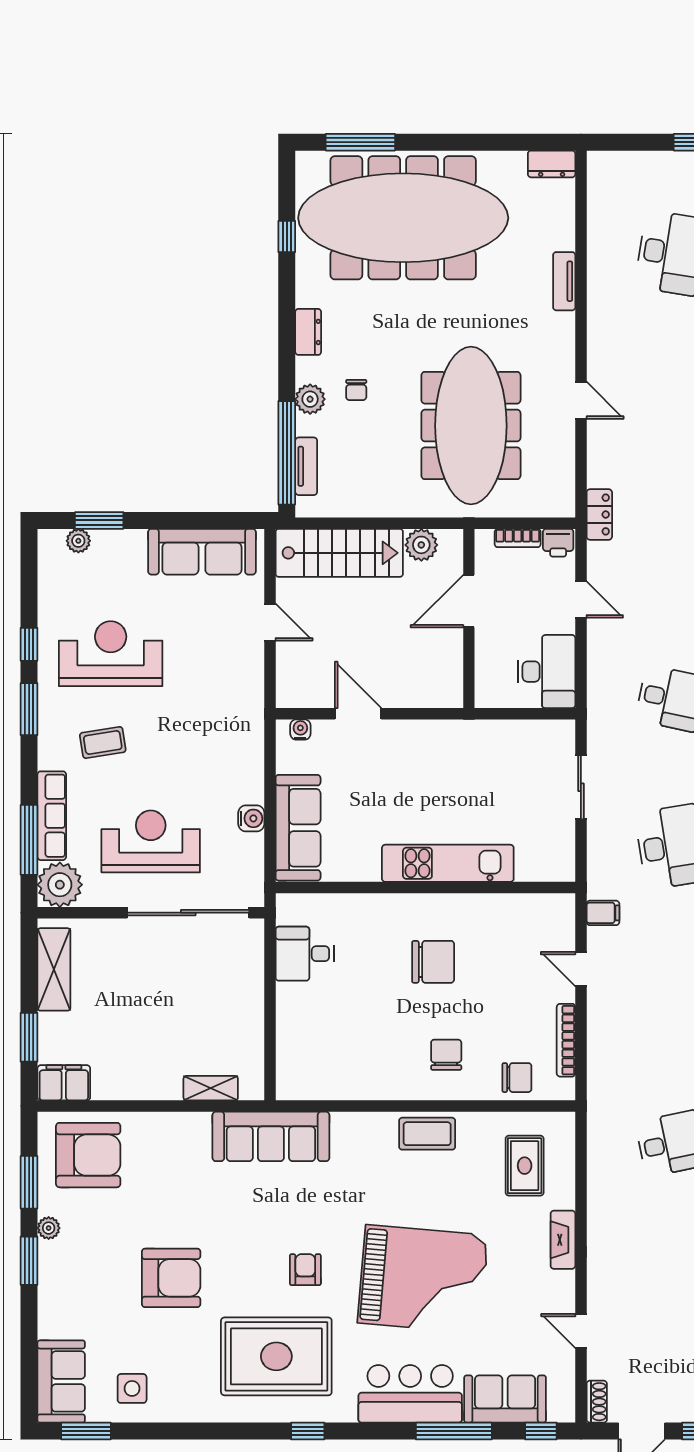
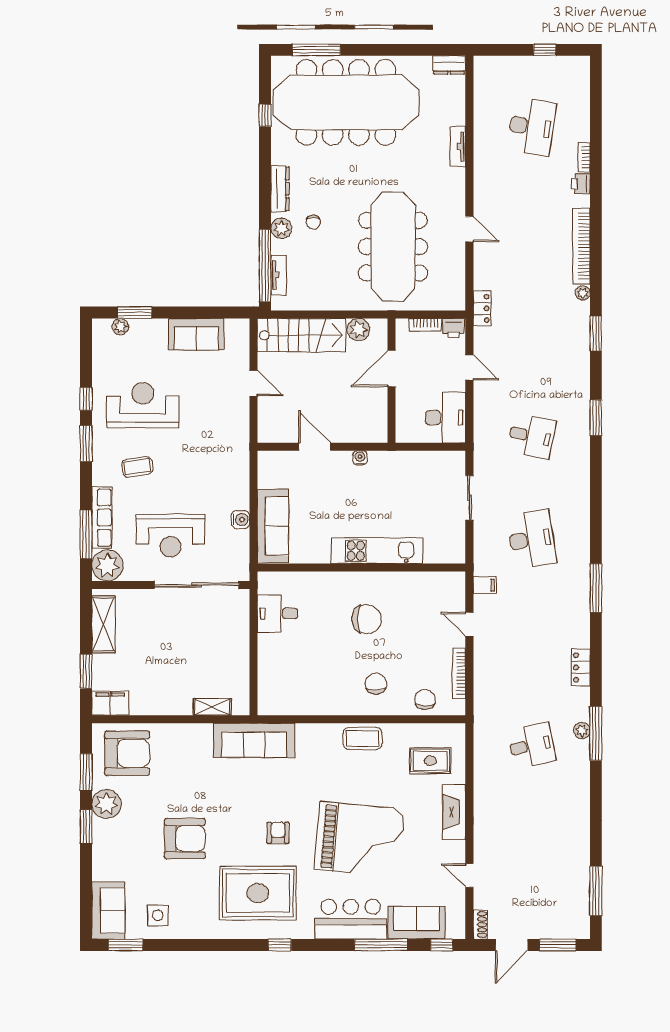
dresser: (308, 332) -> (280, 189), width x1.44
sofa: (202, 552) -> (196, 334), width x0.73
water cooler: (300, 730) -> (360, 458), moved
reception desk: (151, 841) -> (171, 535), turned 180
chair: (517, 1078) -> (425, 699), turned -90
rug: (525, 1166) -> (430, 761), turned 90
plant: (49, 1228) -> (106, 804), width x1.87, depth x1.87
fireplace: (563, 1240) -> (454, 812), width x1.37, depth x1.32

